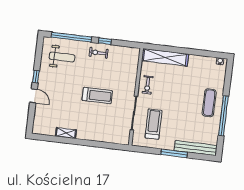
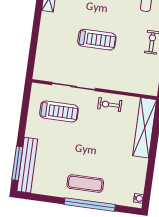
treadmill: (97, 96) -> (97, 40), turned -90
window: (223, 116) -> (90, 205), moved
window: (174, 153) -> (17, 163), moved

